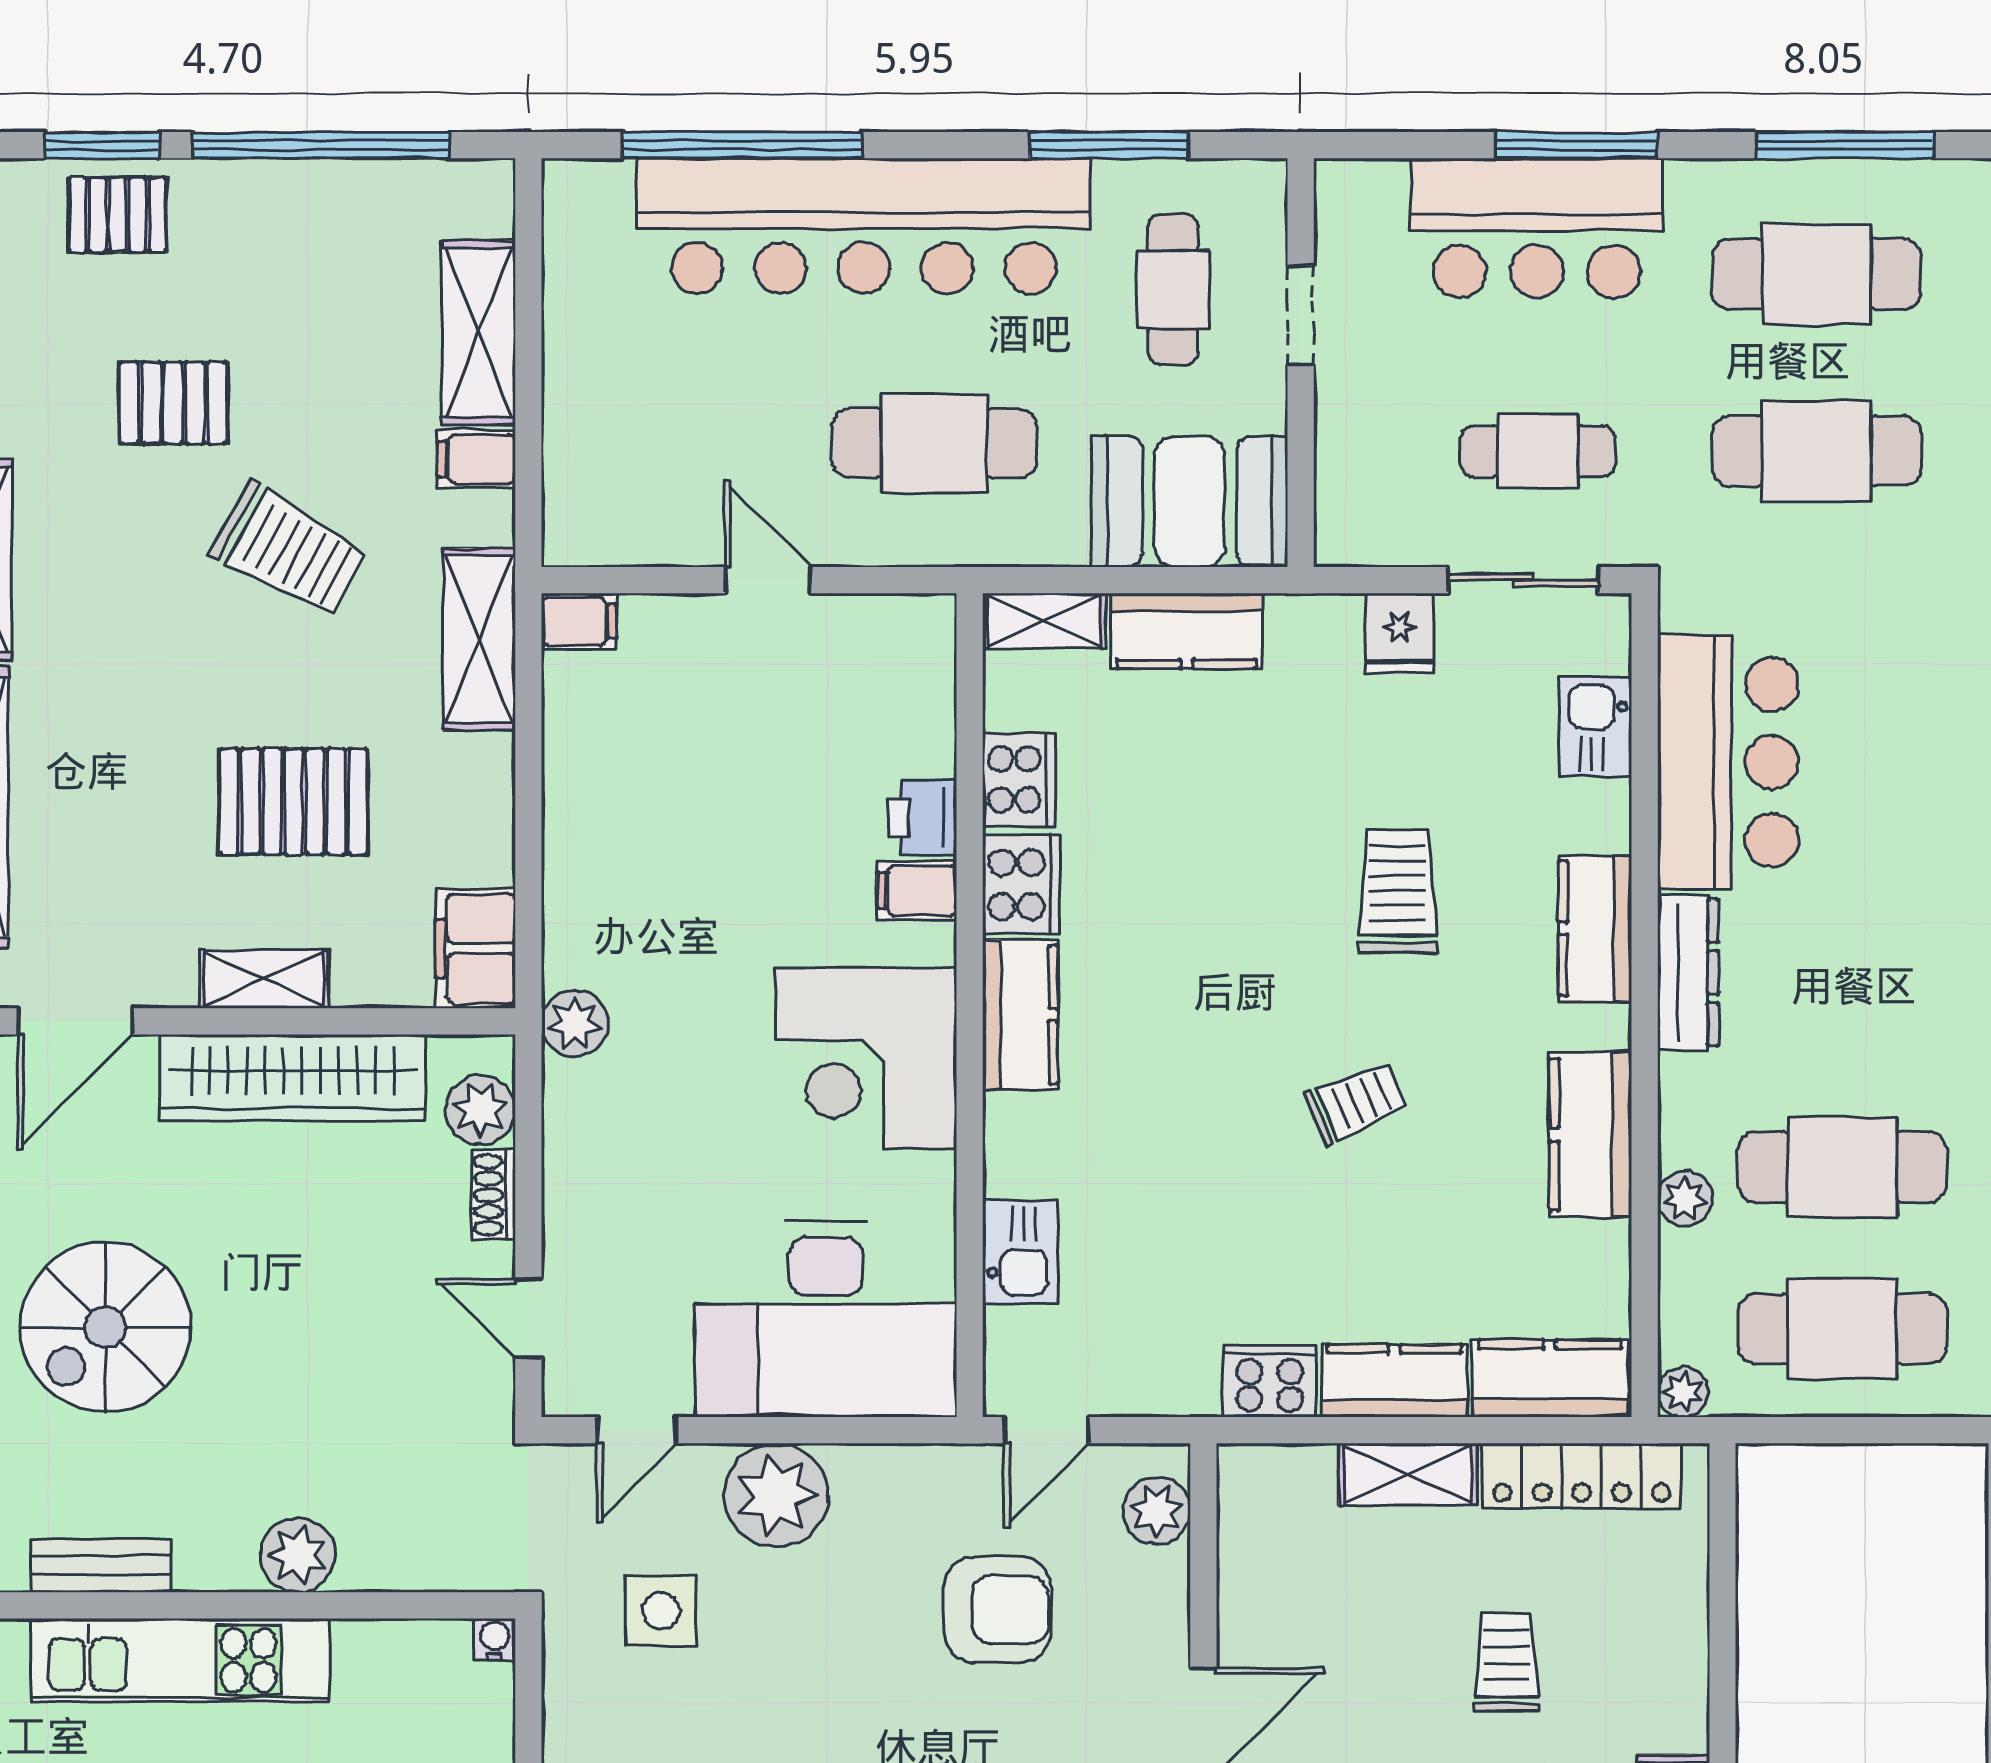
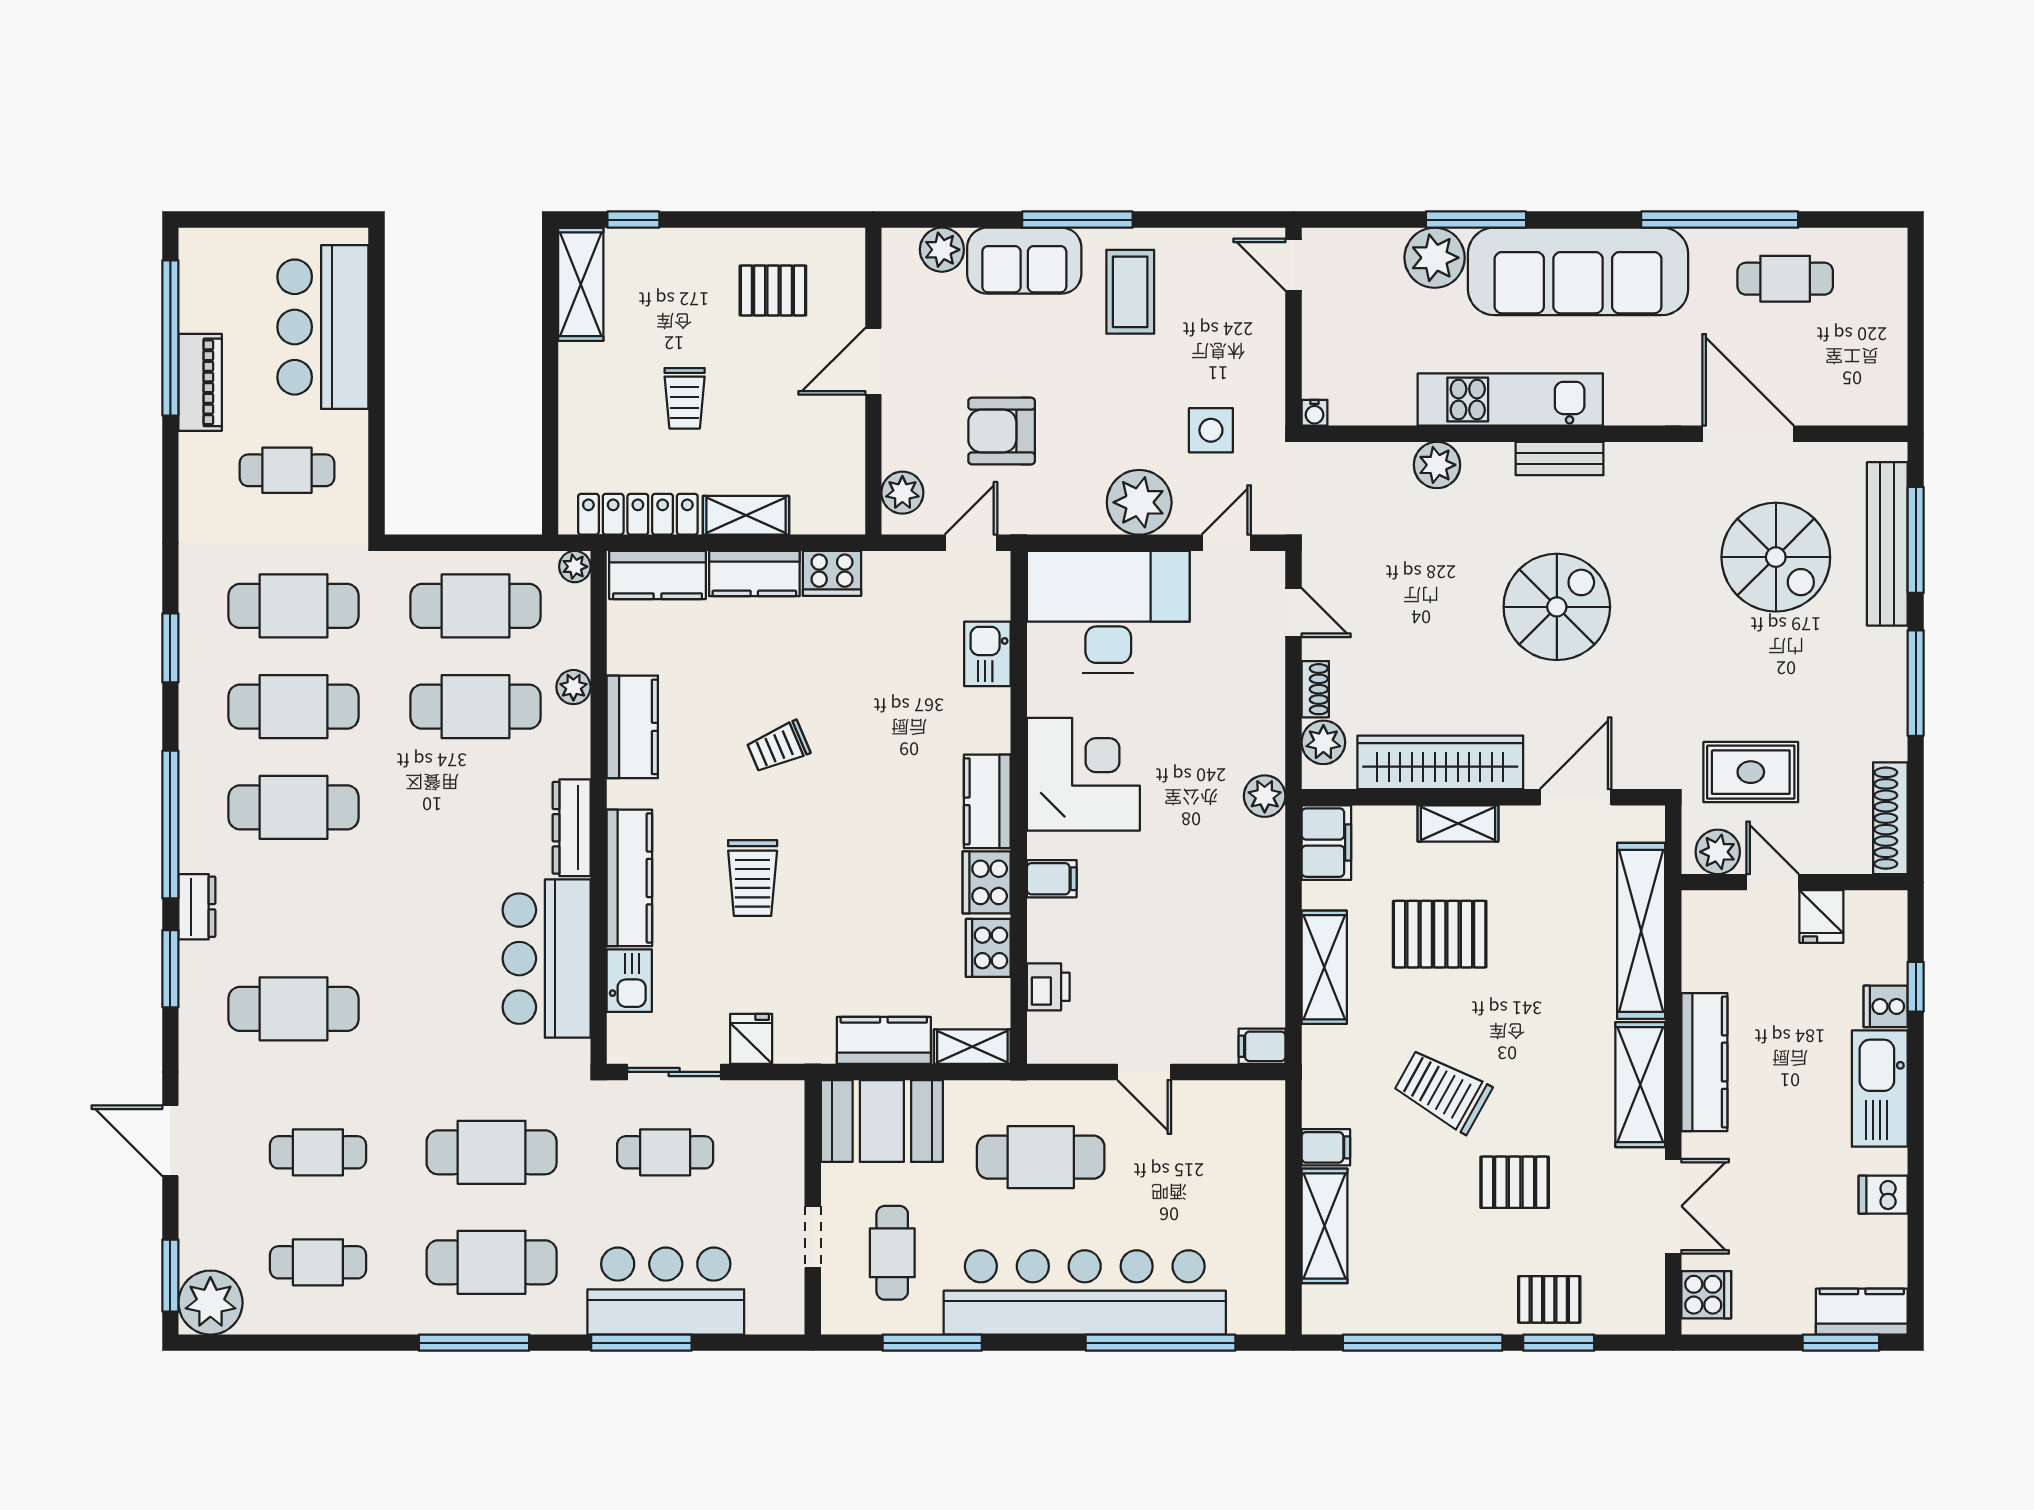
shelving: (479, 639) -> (1324, 967), moved
printer: (922, 818) -> (1048, 987), moved
kitchen counter: (1595, 928) -> (629, 878), width x1.50

